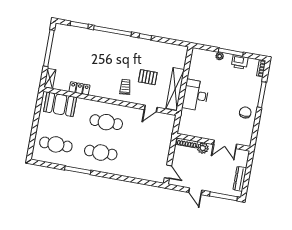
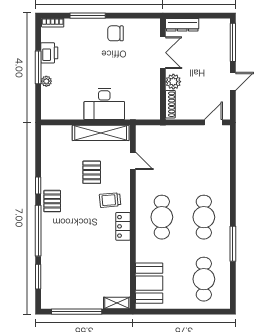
pallet: (132, 45) -> (52, 201), added
locker: (79, 88) -> (123, 226), moved
dresser: (240, 179) -> (182, 25), moved

